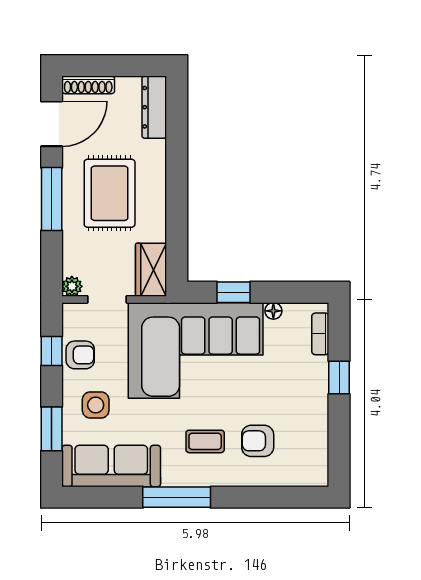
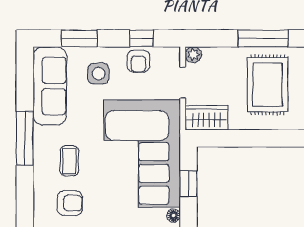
rug: (110, 193) -> (268, 85), turned 90
armchair: (258, 441) -> (70, 203), turned 90

